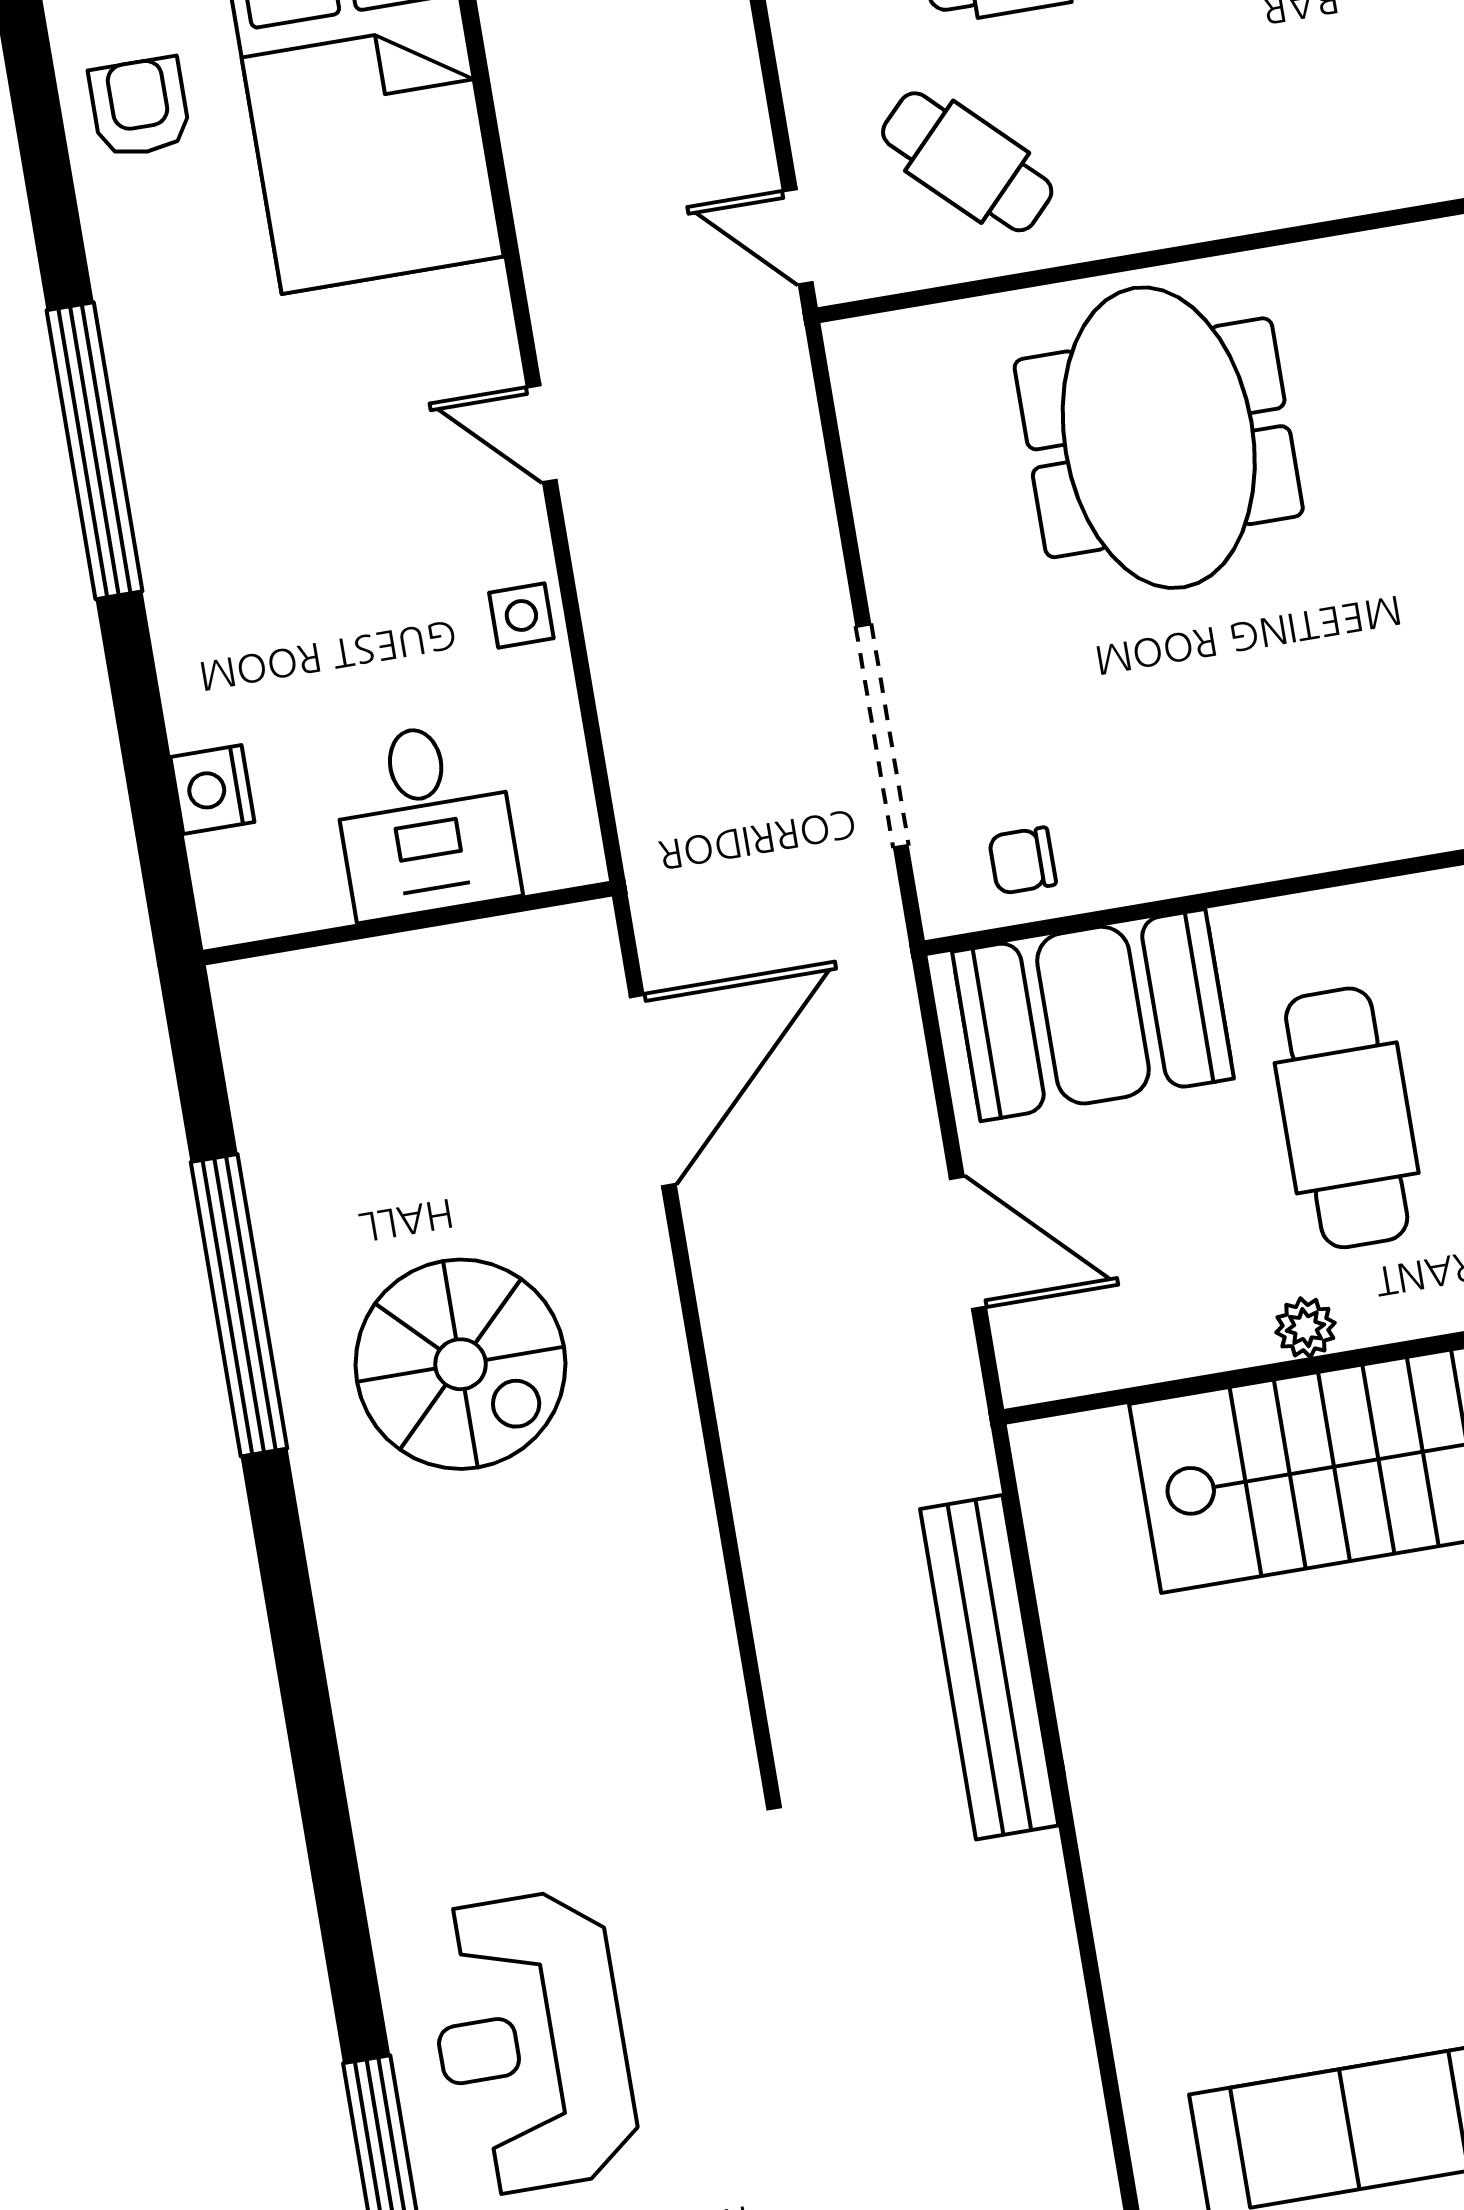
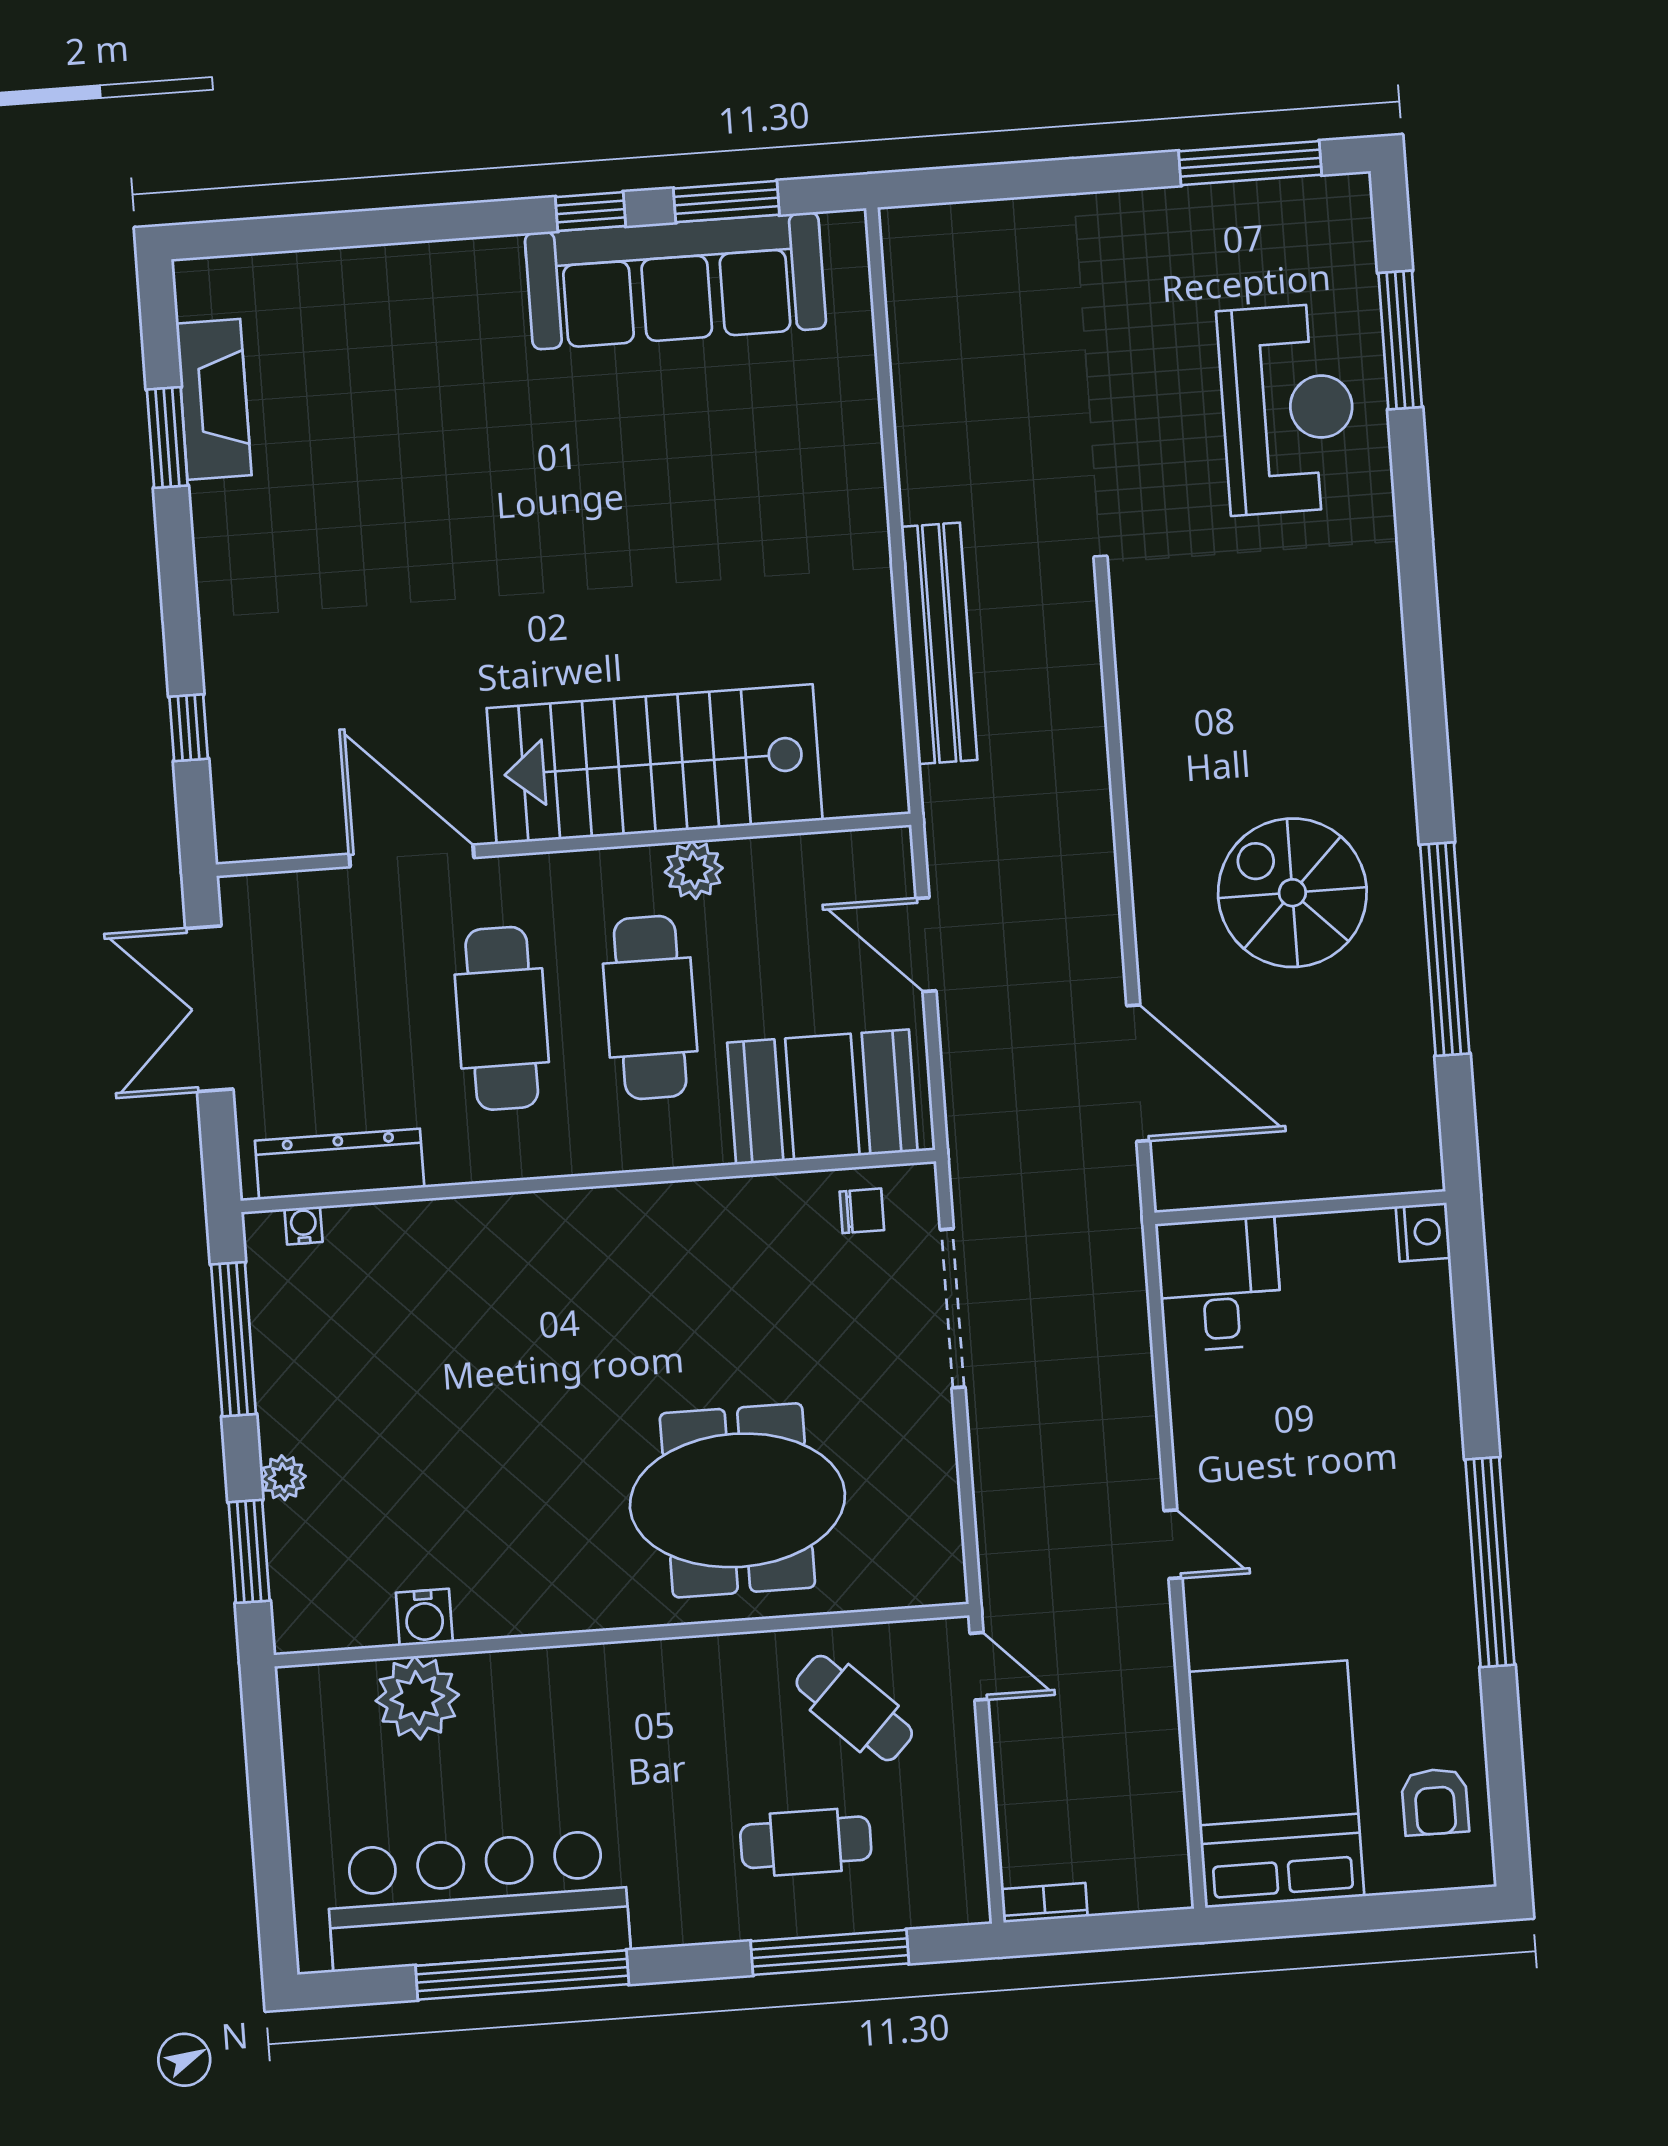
meeting table: (1159, 438) -> (737, 1500), turned 90
side table: (521, 615) -> (1199, 1417), removed
nightstand: (212, 789) -> (1423, 1232), moved
desk: (425, 820) -> (1219, 1284), moved
door: (653, 1091) -> (1138, 1073), swing flipped
plant: (1305, 1328) -> (694, 870), width x1.38, depth x1.38

